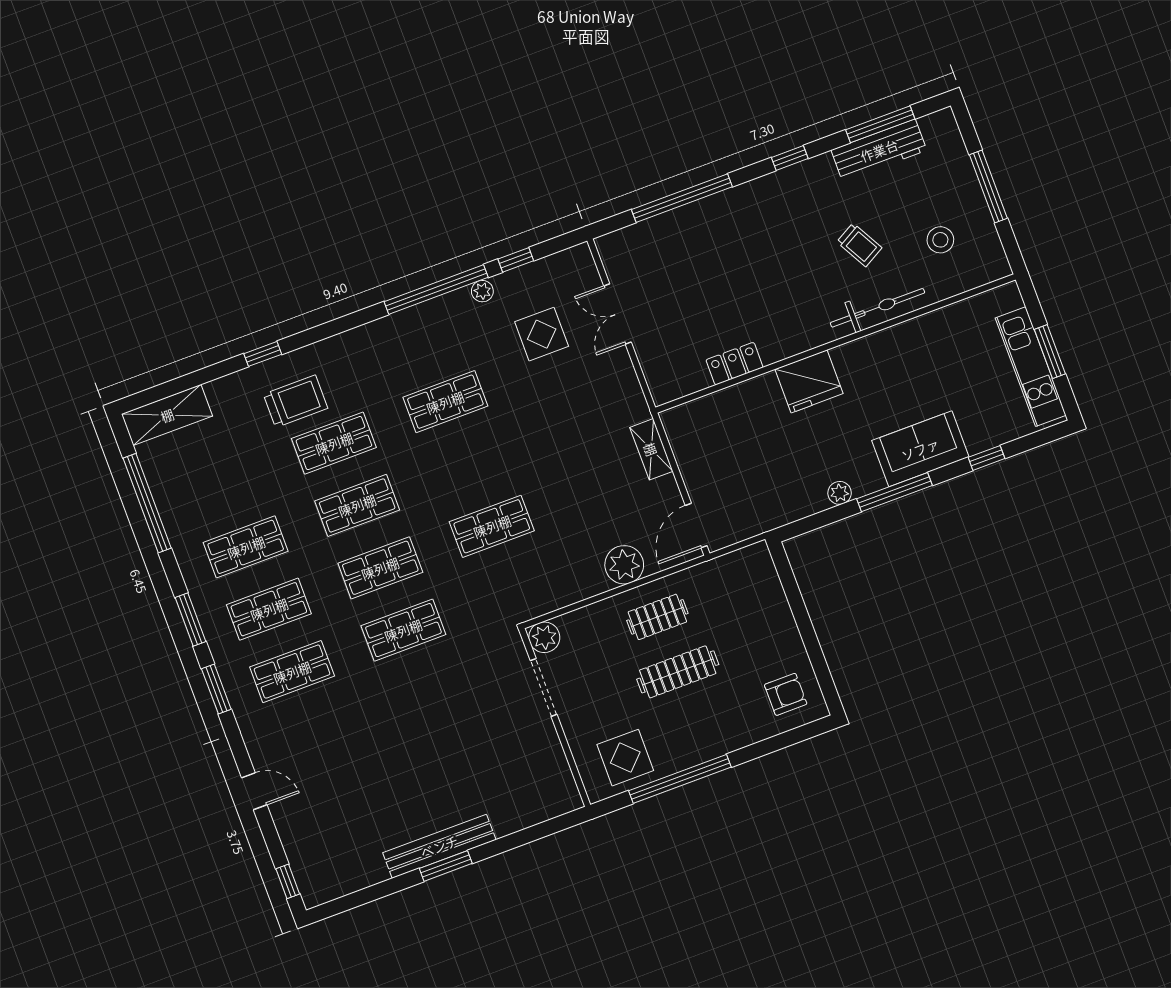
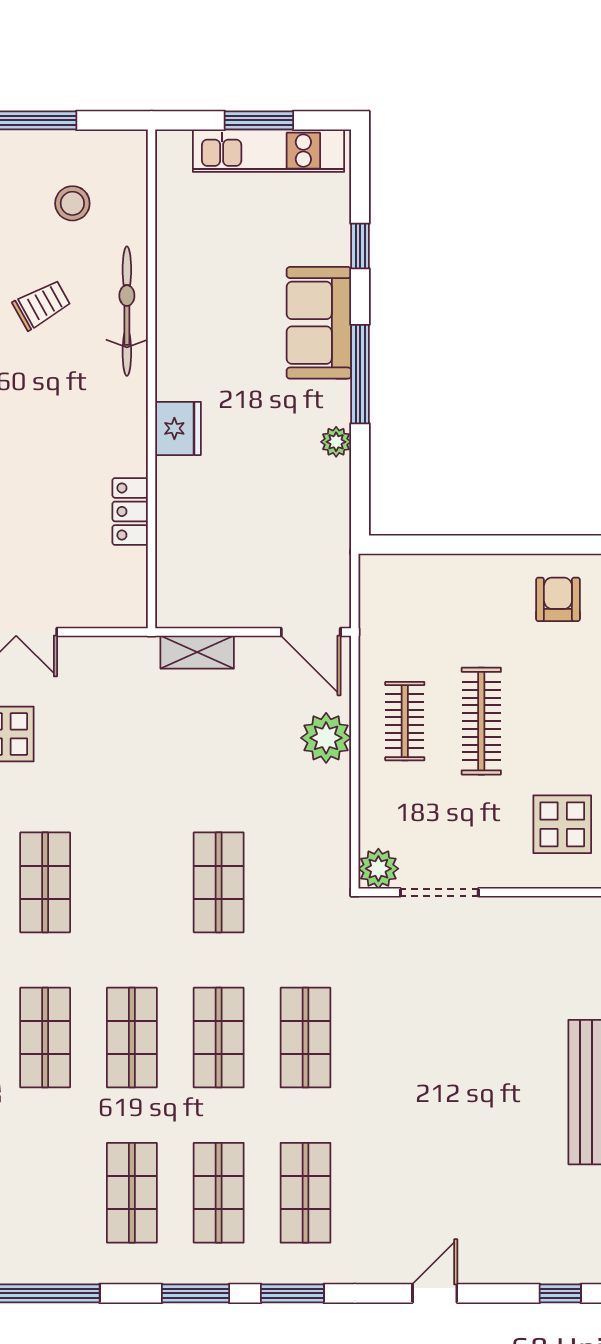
fridge: (809, 381) -> (178, 428), width x0.73, depth x0.75

